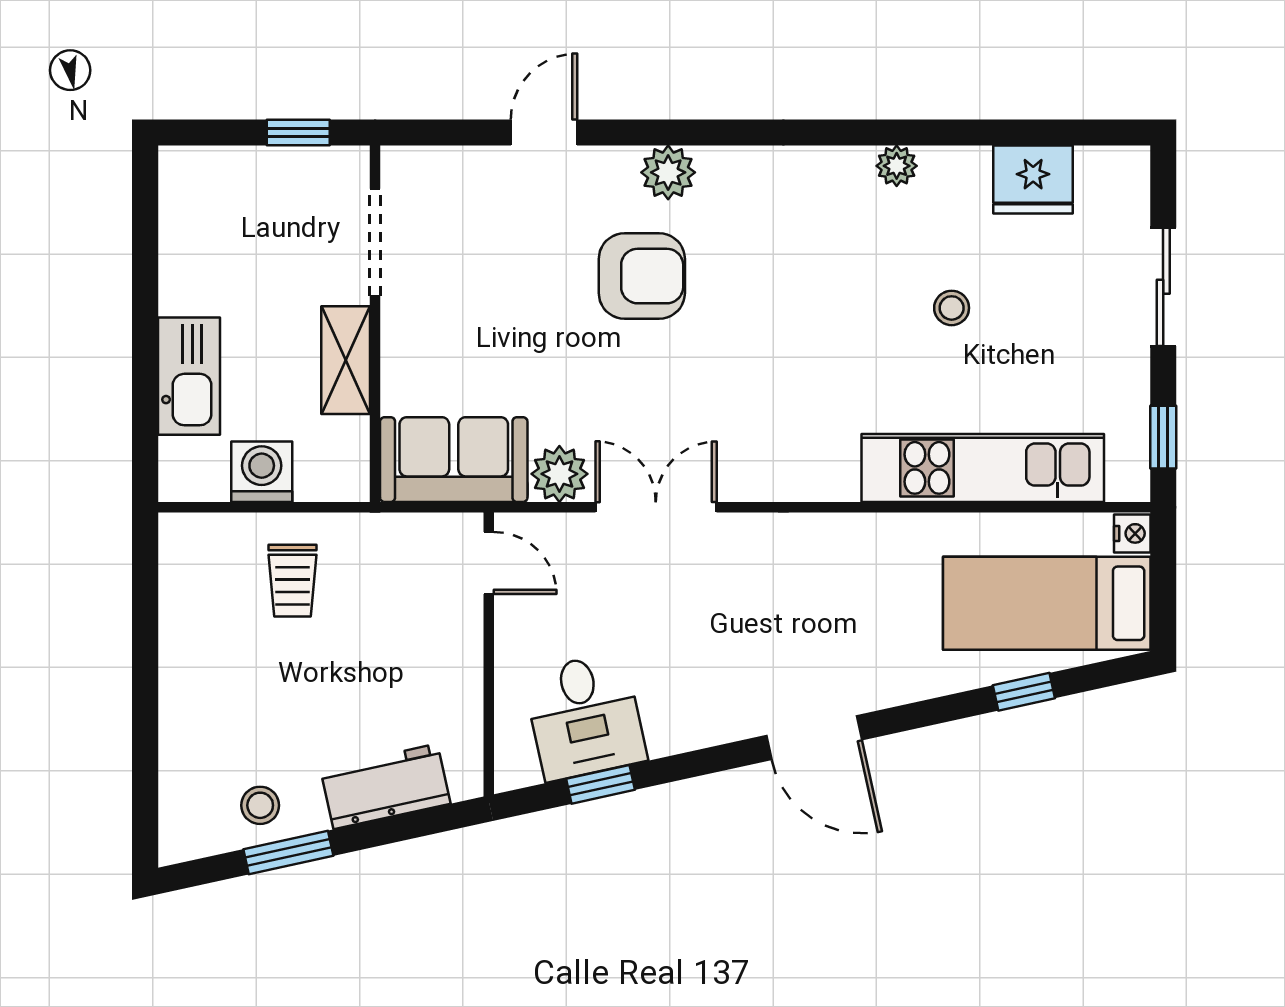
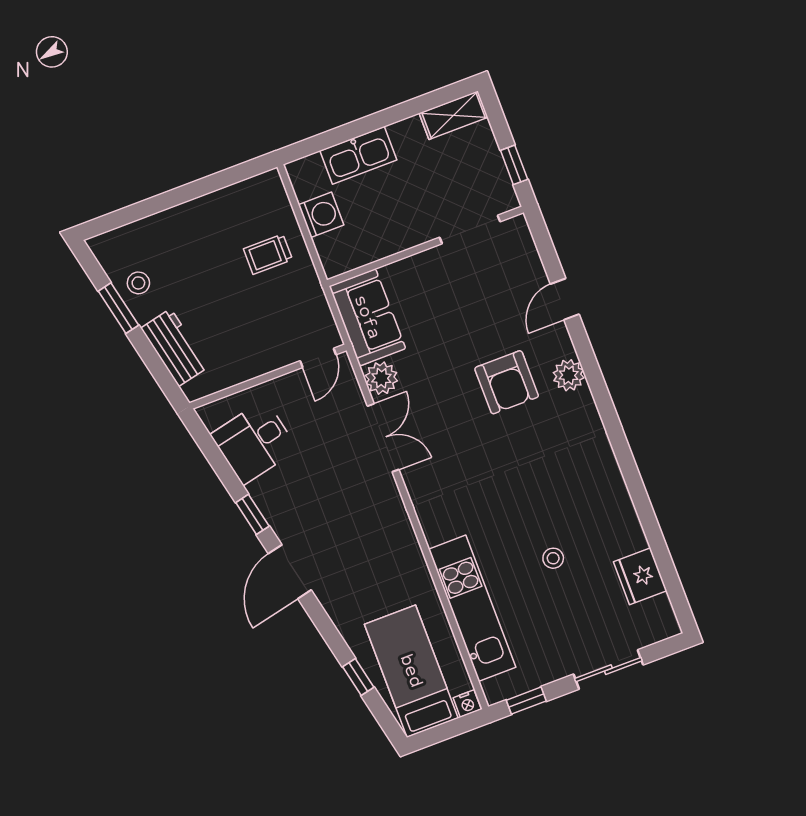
door: (544, 133) -> (565, 299), swing flipped
plant: (897, 166) -> (619, 499), removed
shelving: (346, 360) -> (454, 115), moved
window: (600, 784) -> (252, 514), moved

